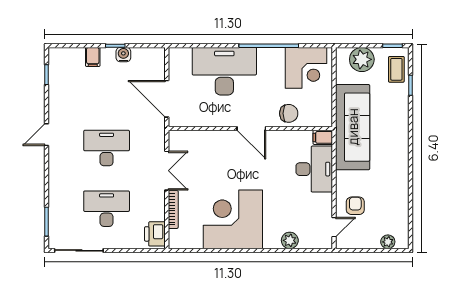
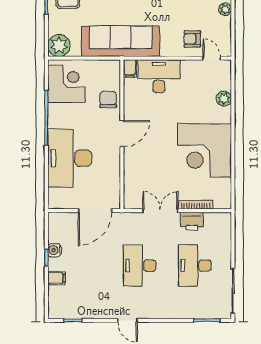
plant: (362, 59) -> (59, 46), moved
printer: (155, 234) -> (192, 221), moved

